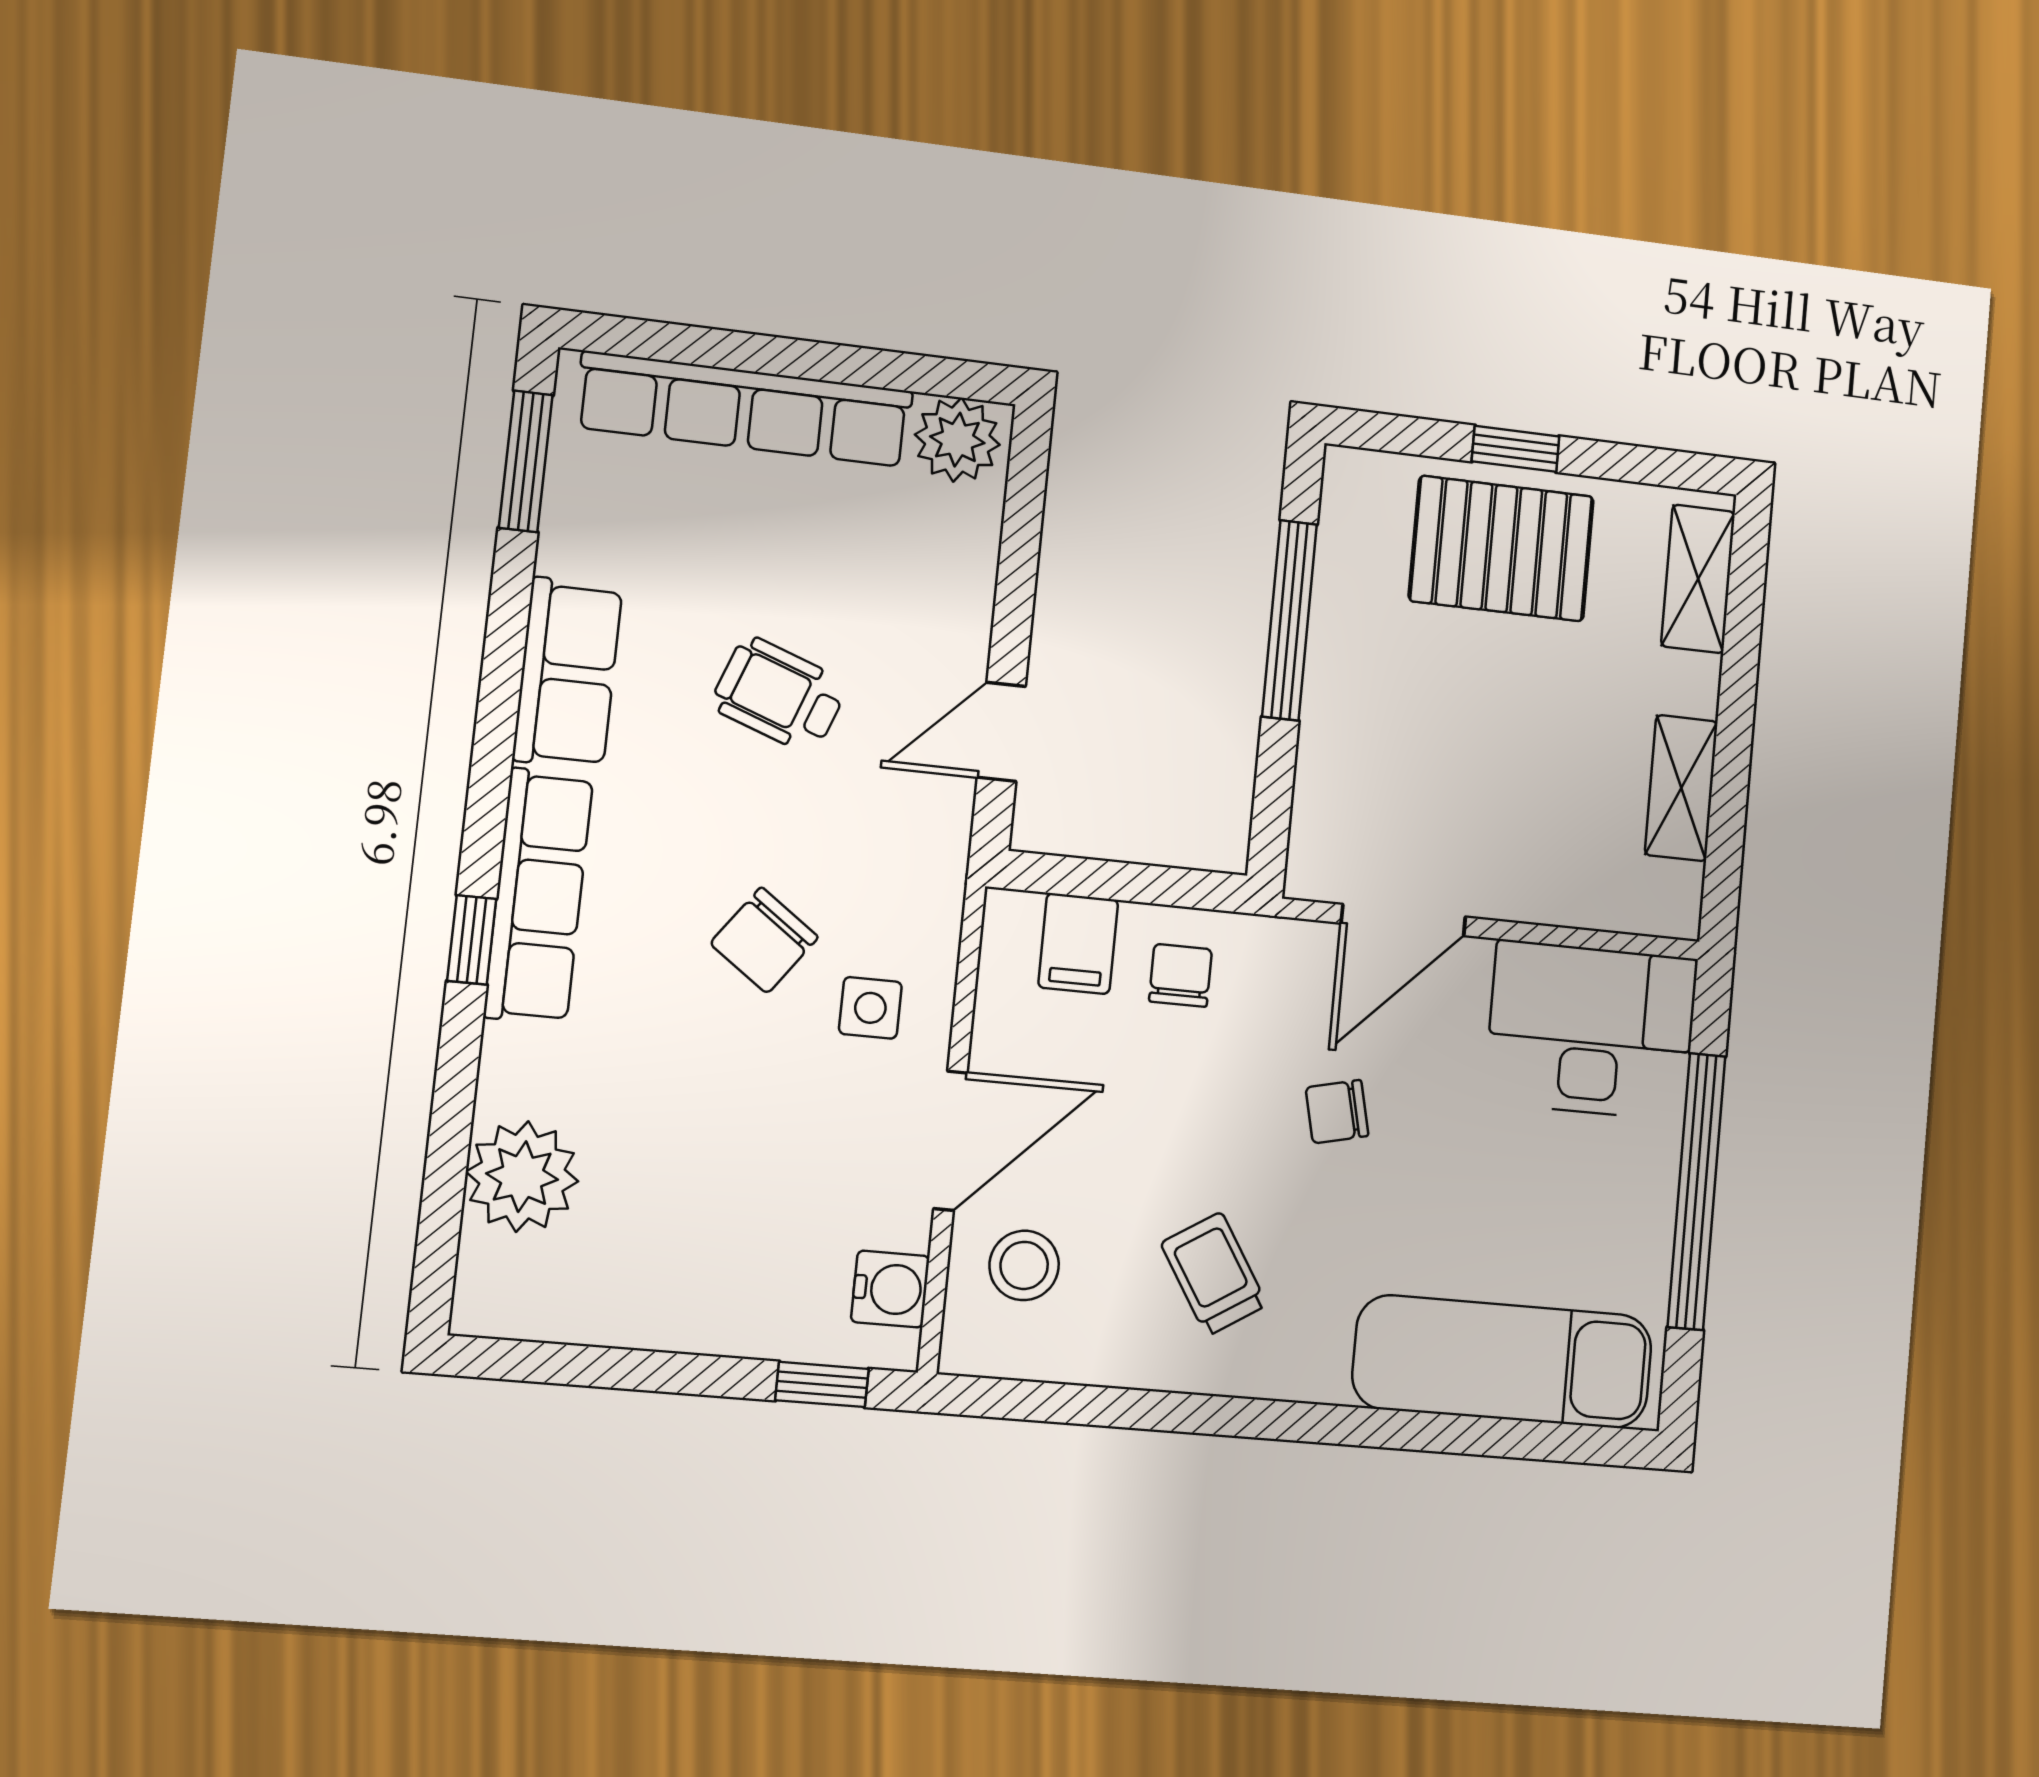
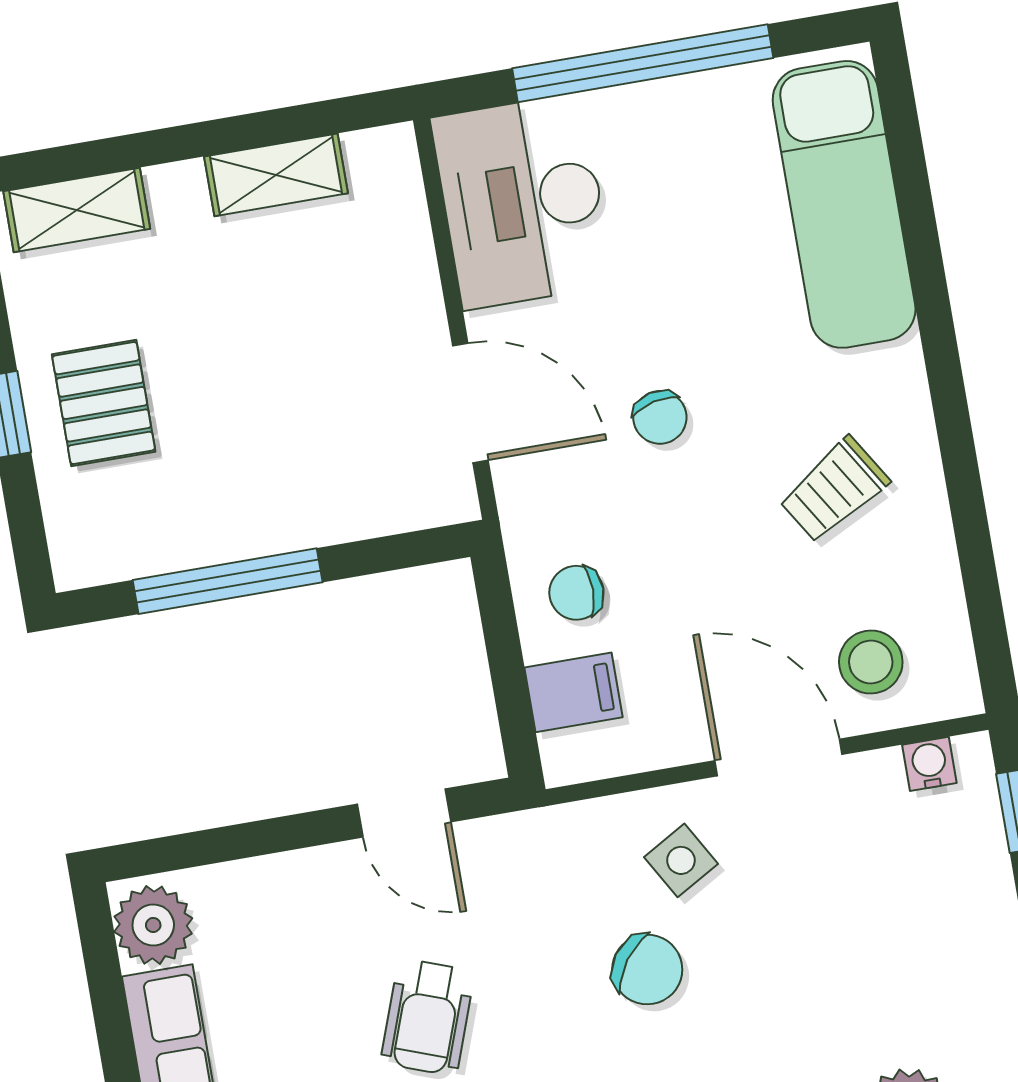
pallet: (1501, 549) -> (104, 403), width x0.67, depth x0.71
side table: (870, 1008) -> (681, 860), turned -30
water cooler: (890, 1289) -> (929, 764), width x0.72, depth x0.72

